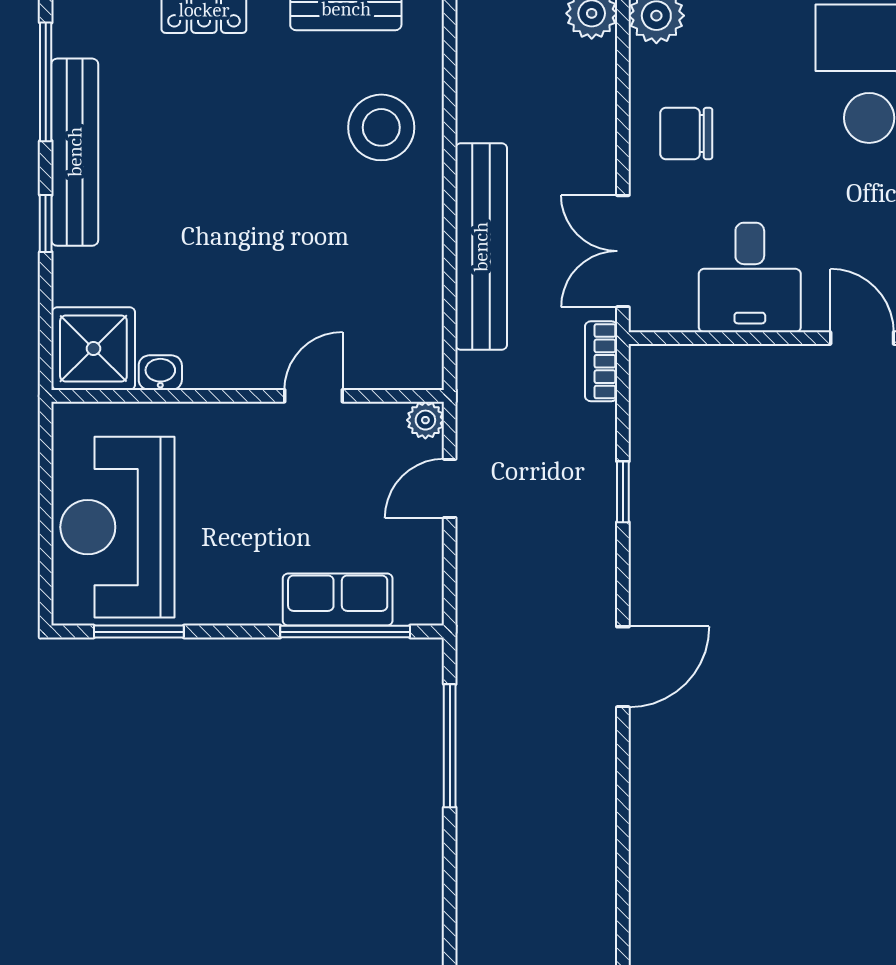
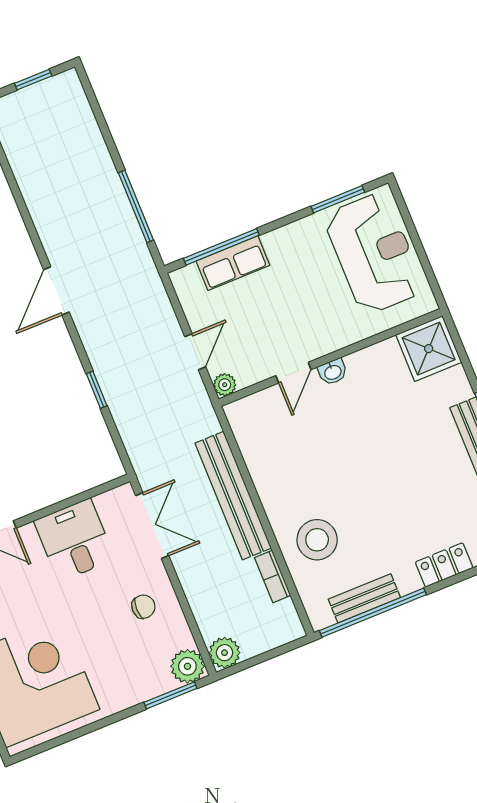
chair: (686, 133) -> (143, 607), width x0.73, depth x0.73
bookcase: (601, 361) -> (273, 577), moved, turned 180
washbasin: (160, 373) -> (333, 372), moved

